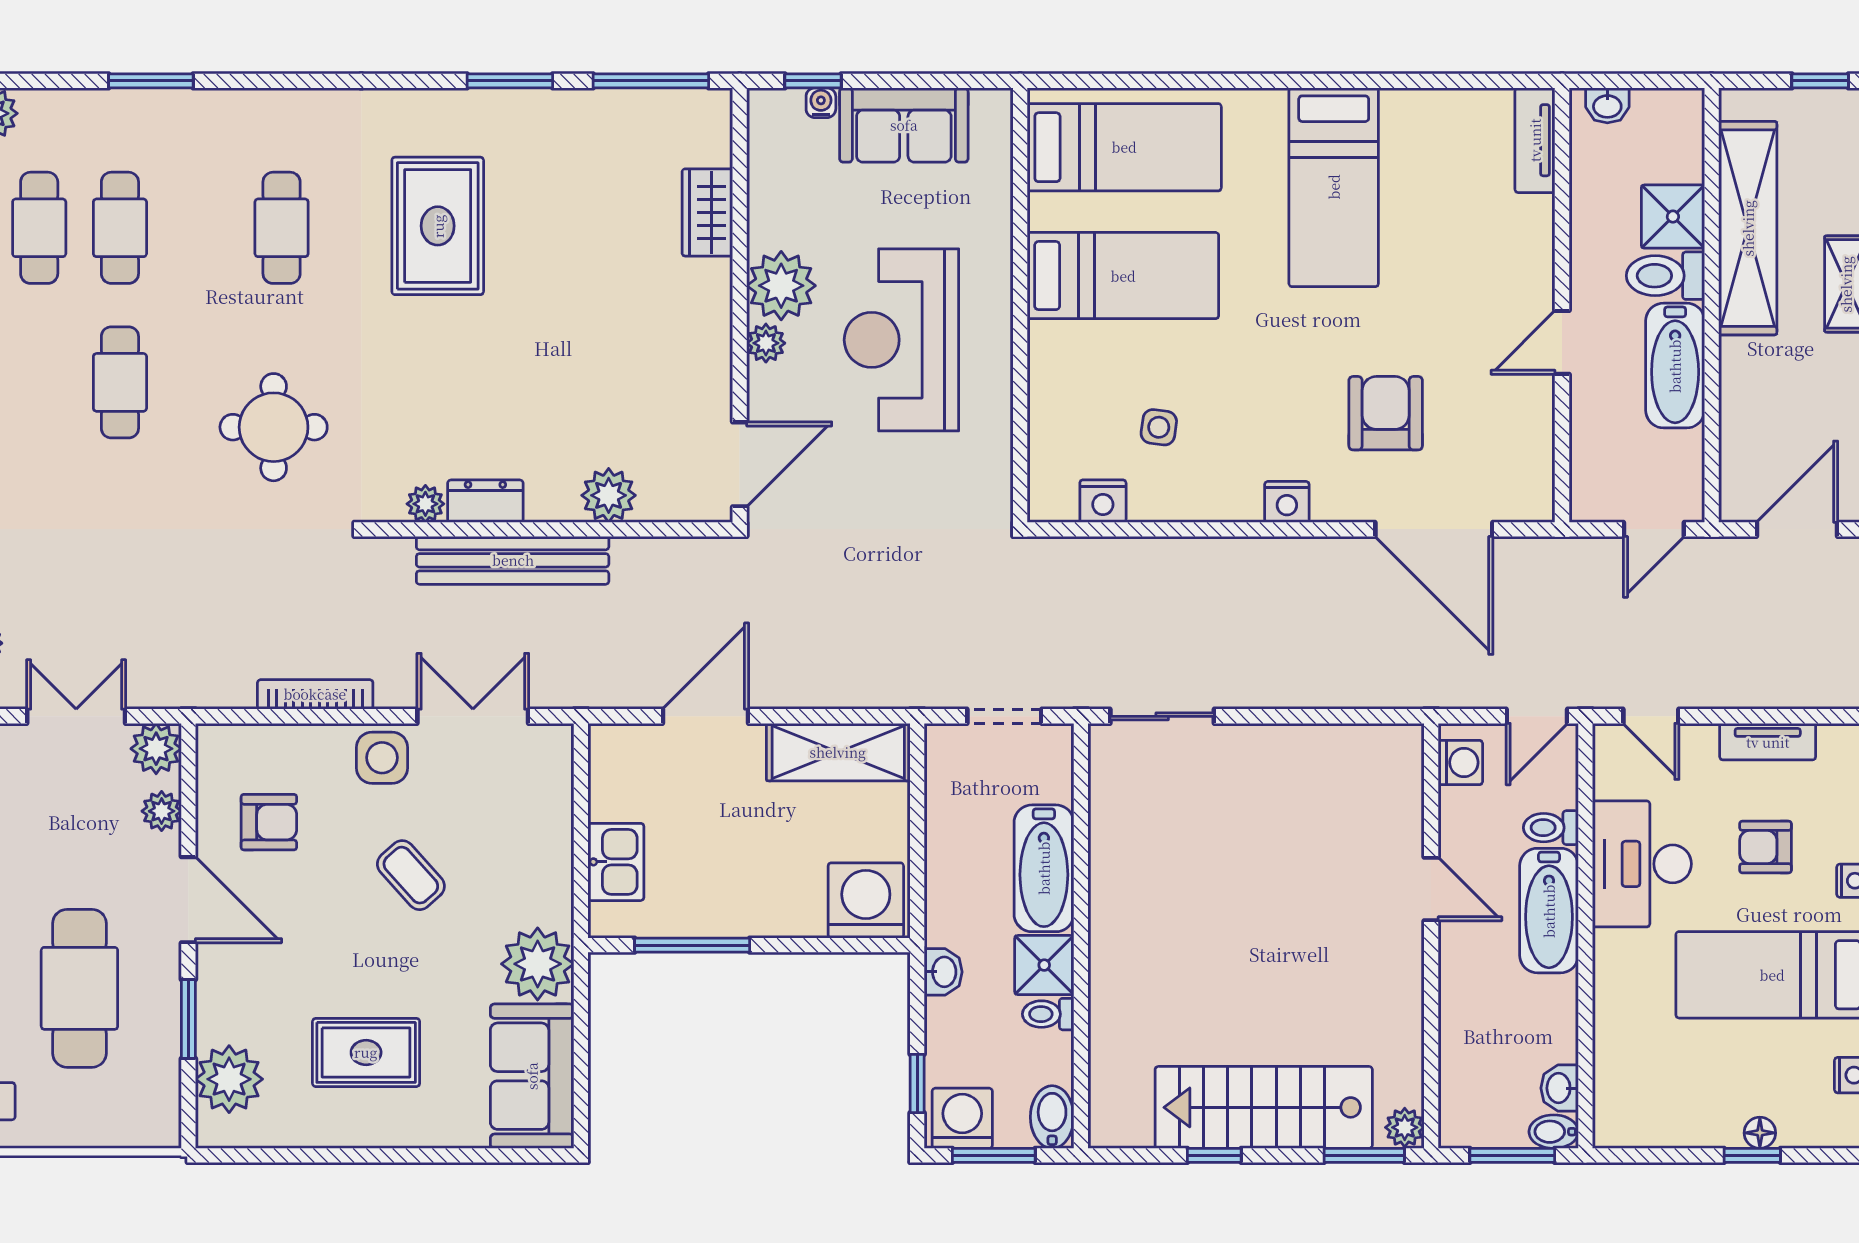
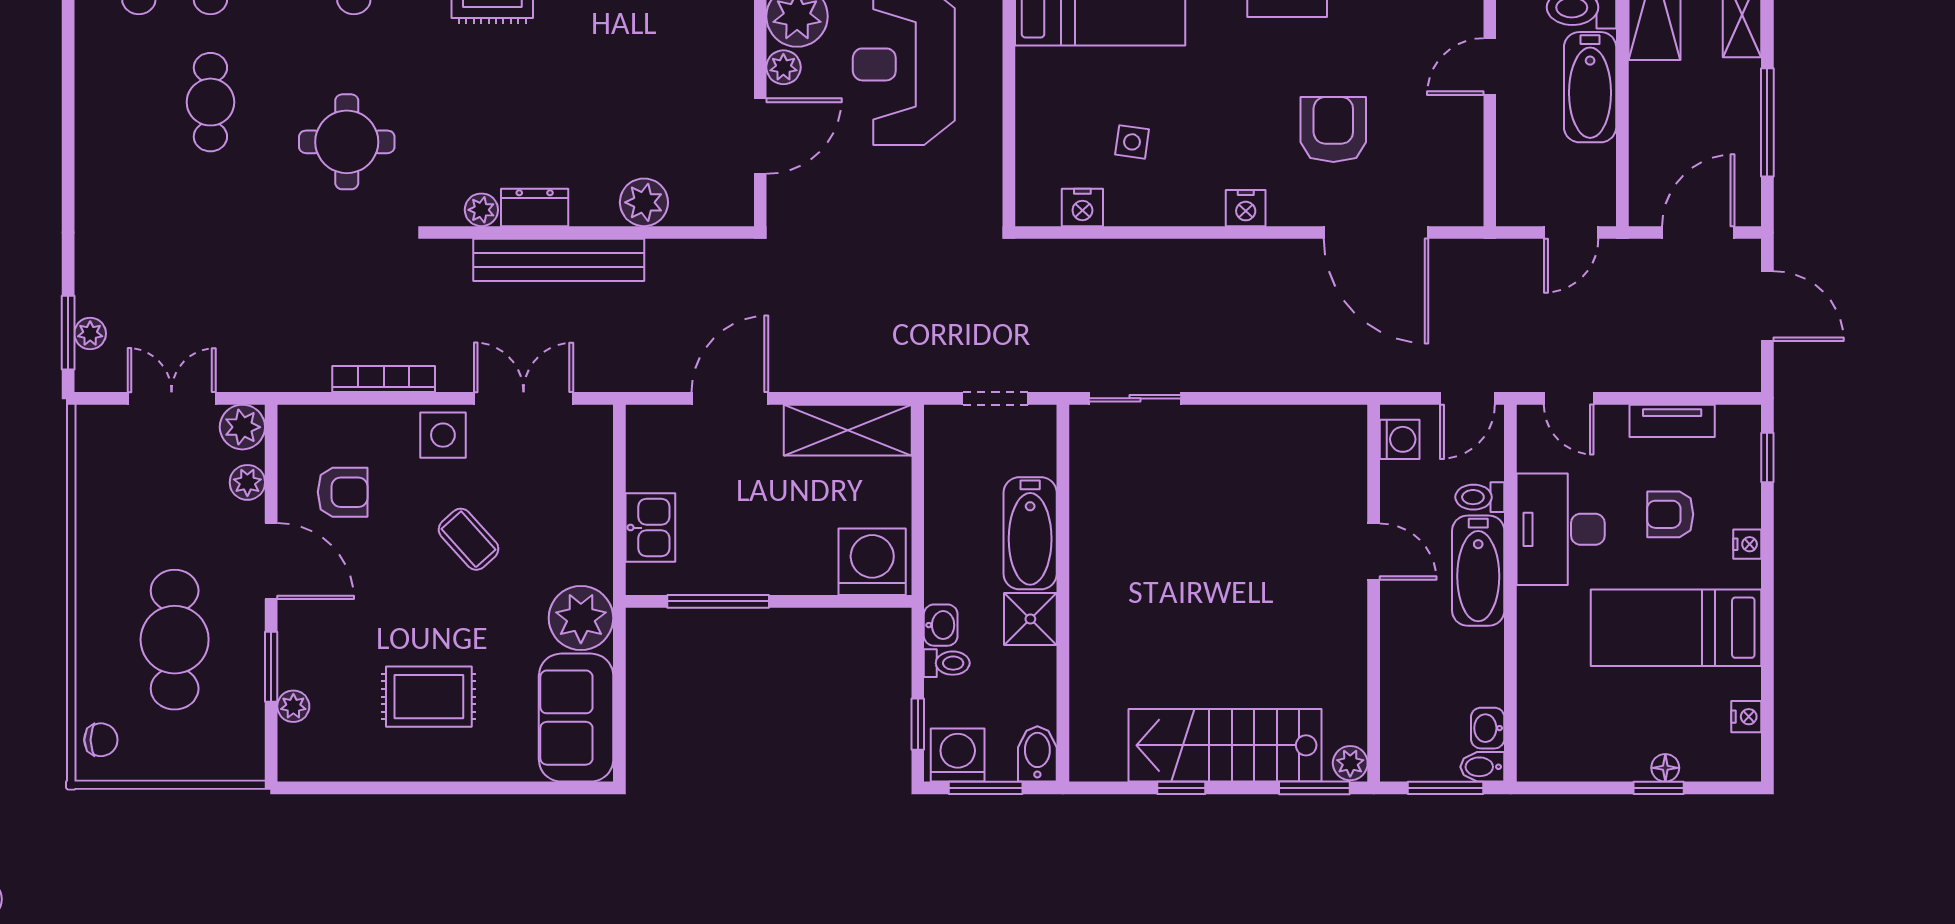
door: (740, 464) -> (760, 136), moved
toilet: (1048, 1014) -> (947, 663), moved, turned 180
plant: (229, 1079) -> (293, 706), width x0.53, depth x0.53

